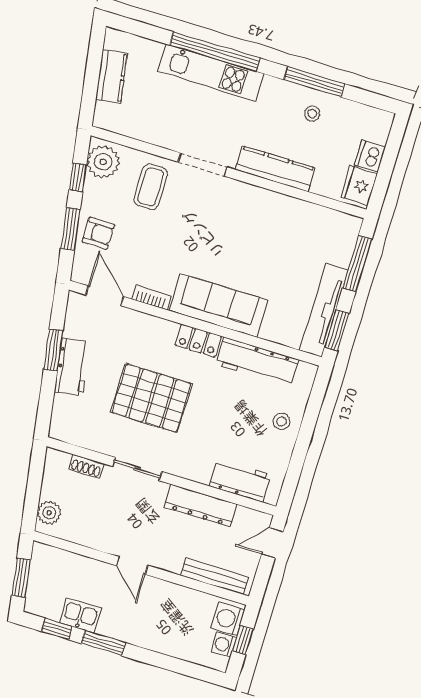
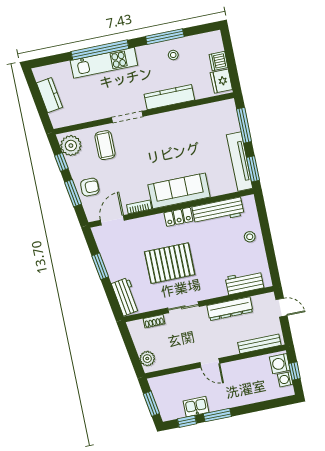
door: (105, 296) -> (112, 220), hinge flipped
workbench: (72, 367) -> (126, 297), moved
door: (272, 543) -> (282, 308), swing flipped

